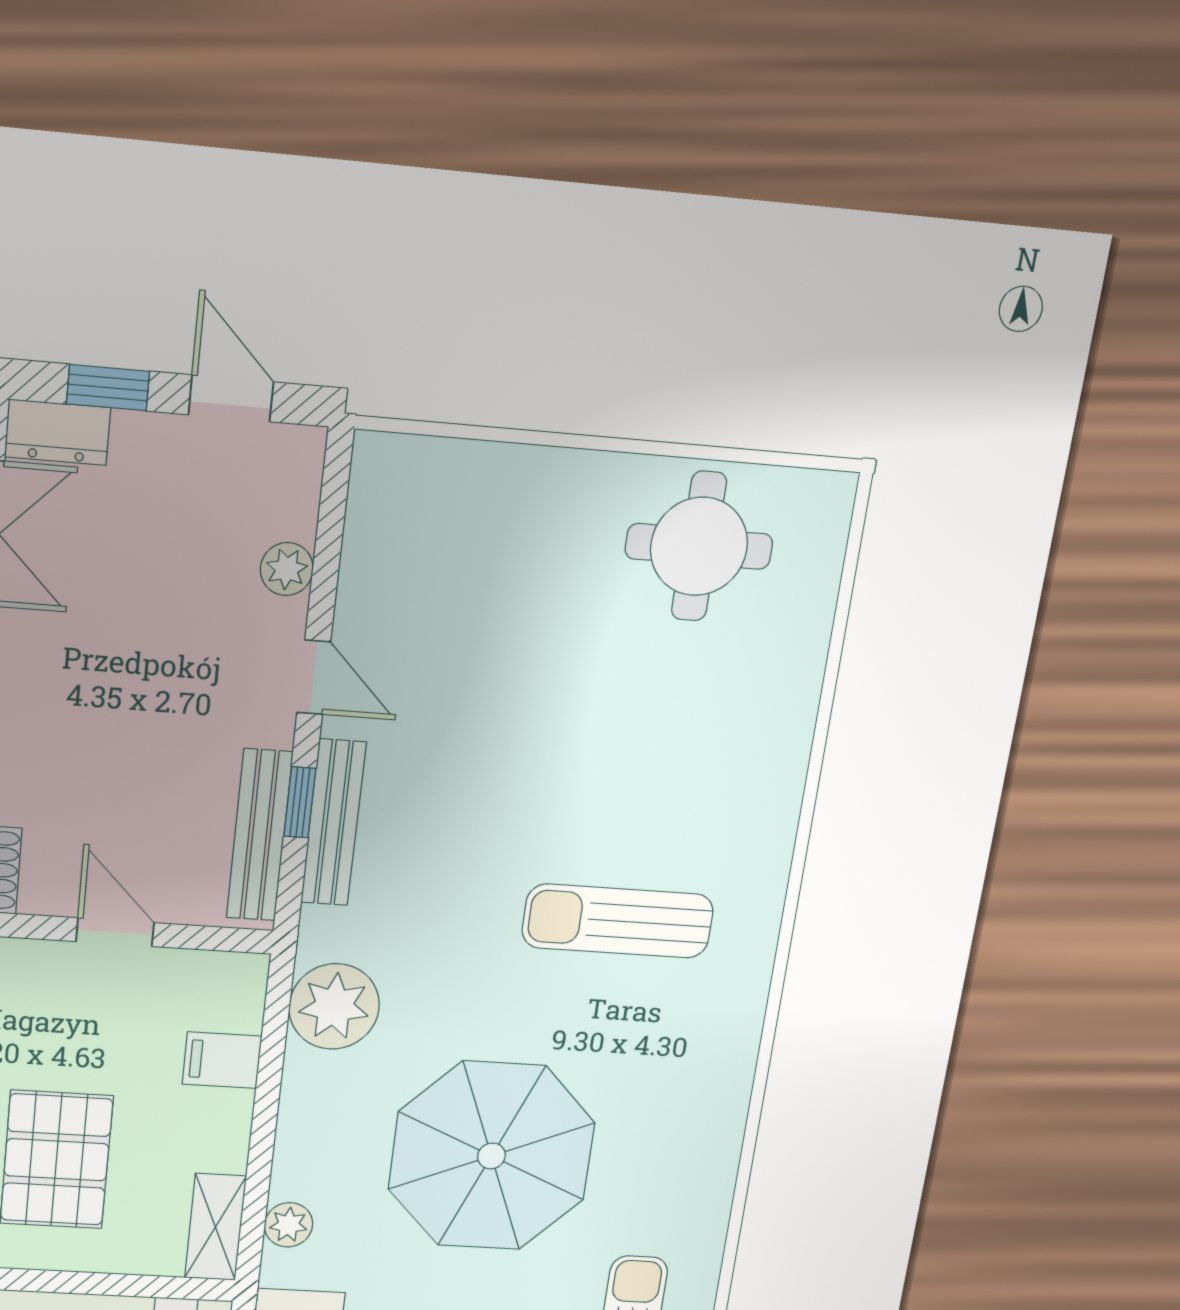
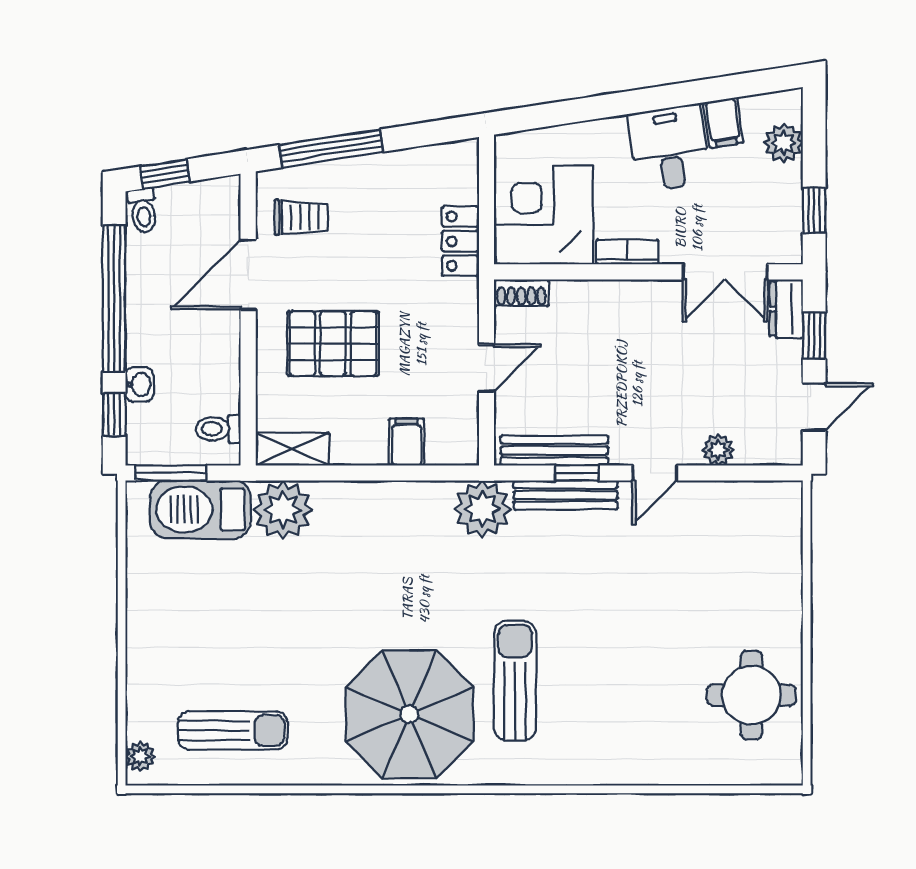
plant: (334, 1006) -> (482, 509), moved
parasol: (491, 1156) -> (409, 714), moved
plant: (289, 1225) -> (283, 510), width x1.88, depth x1.88

